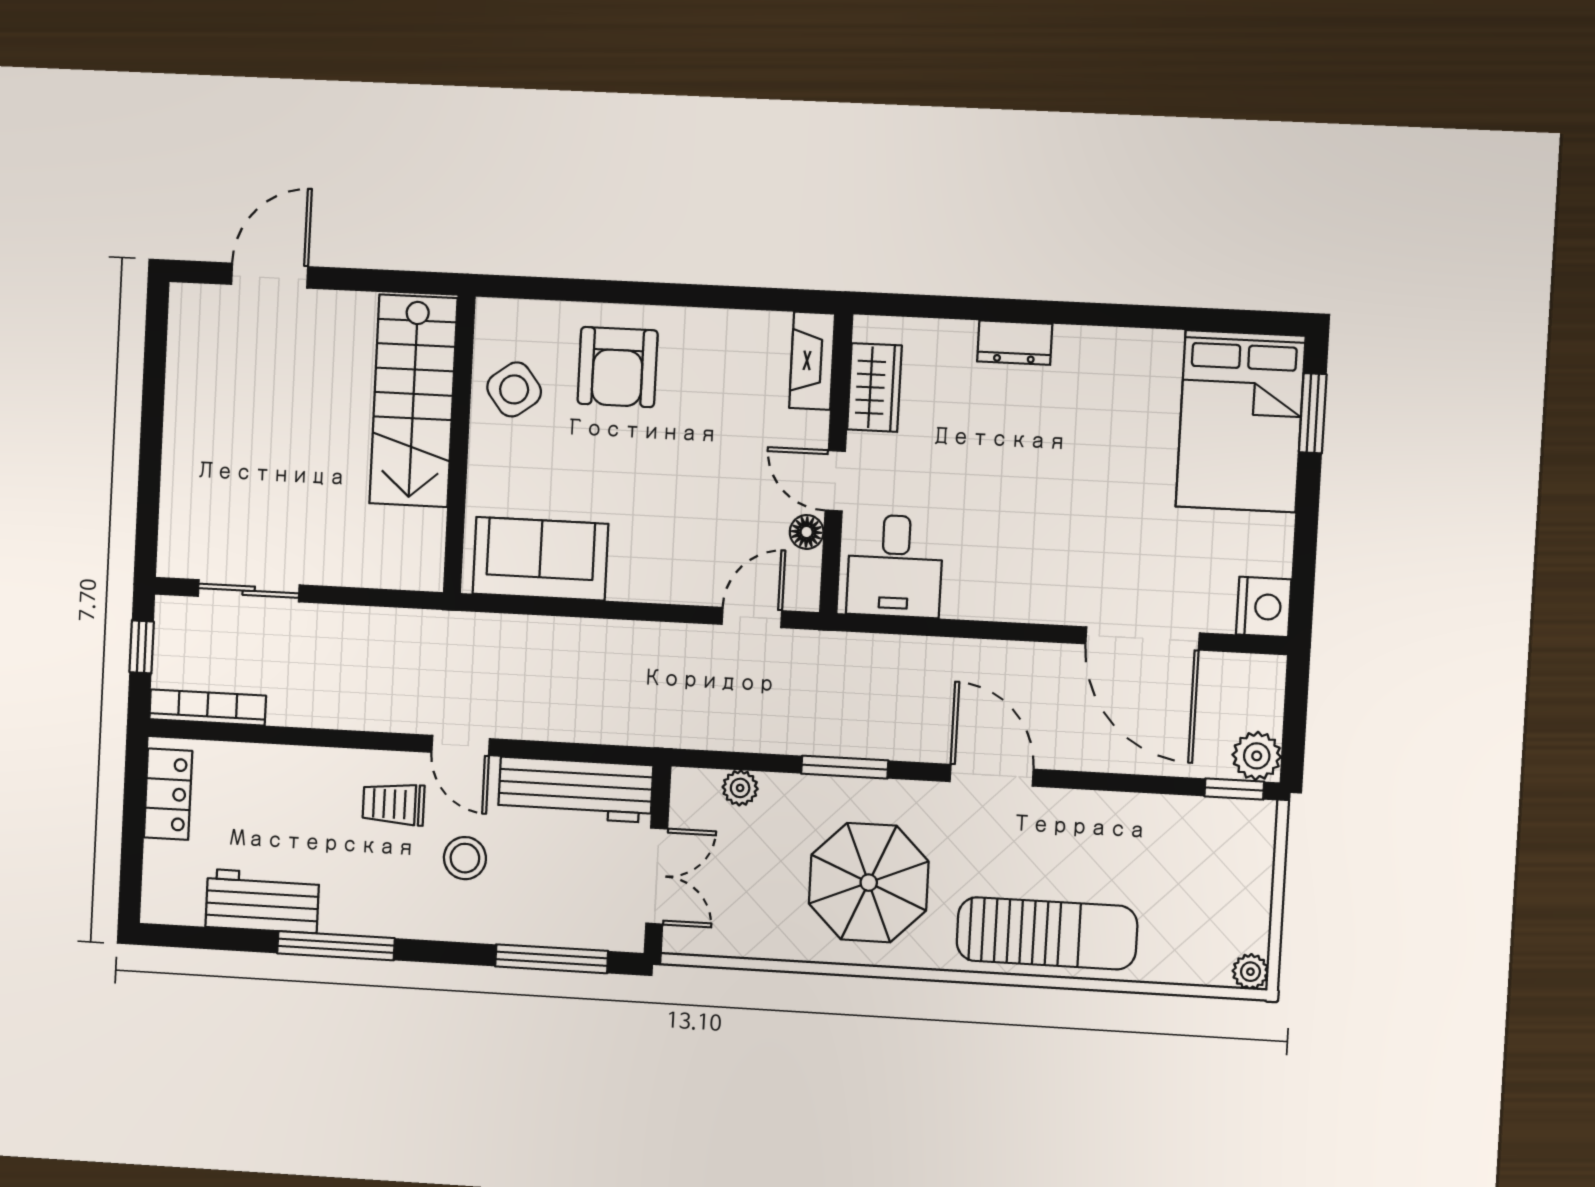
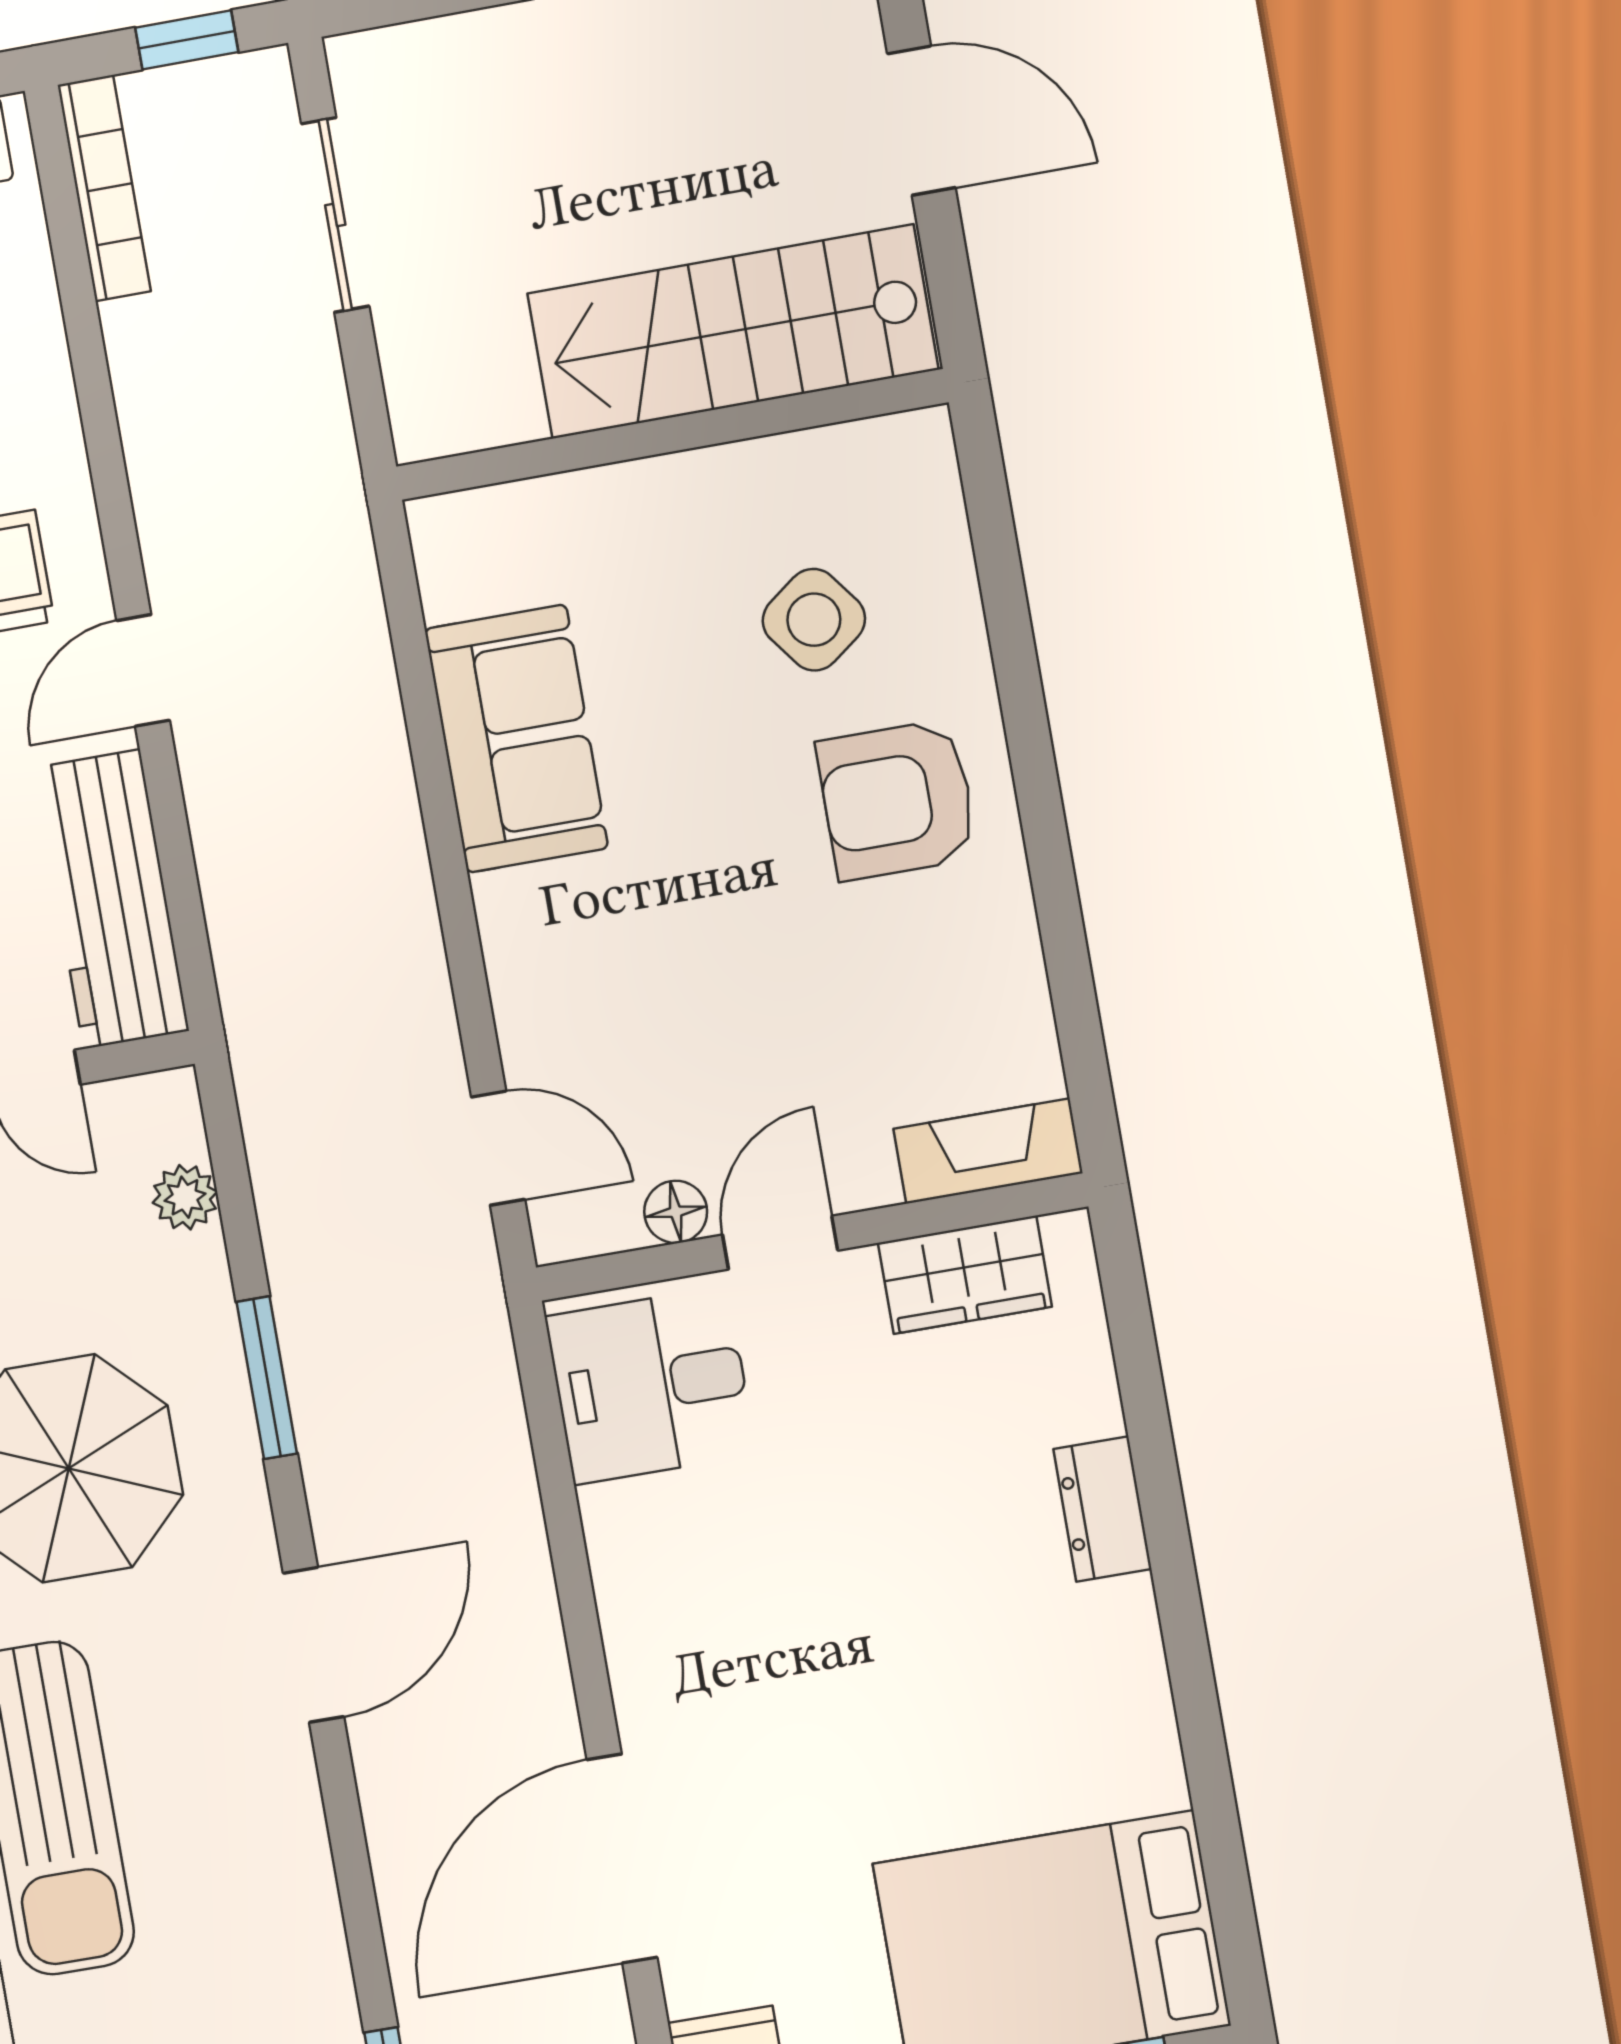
stairs: (413, 401) -> (733, 331), moved
wall: (459, 445) -> (672, 434), moved

